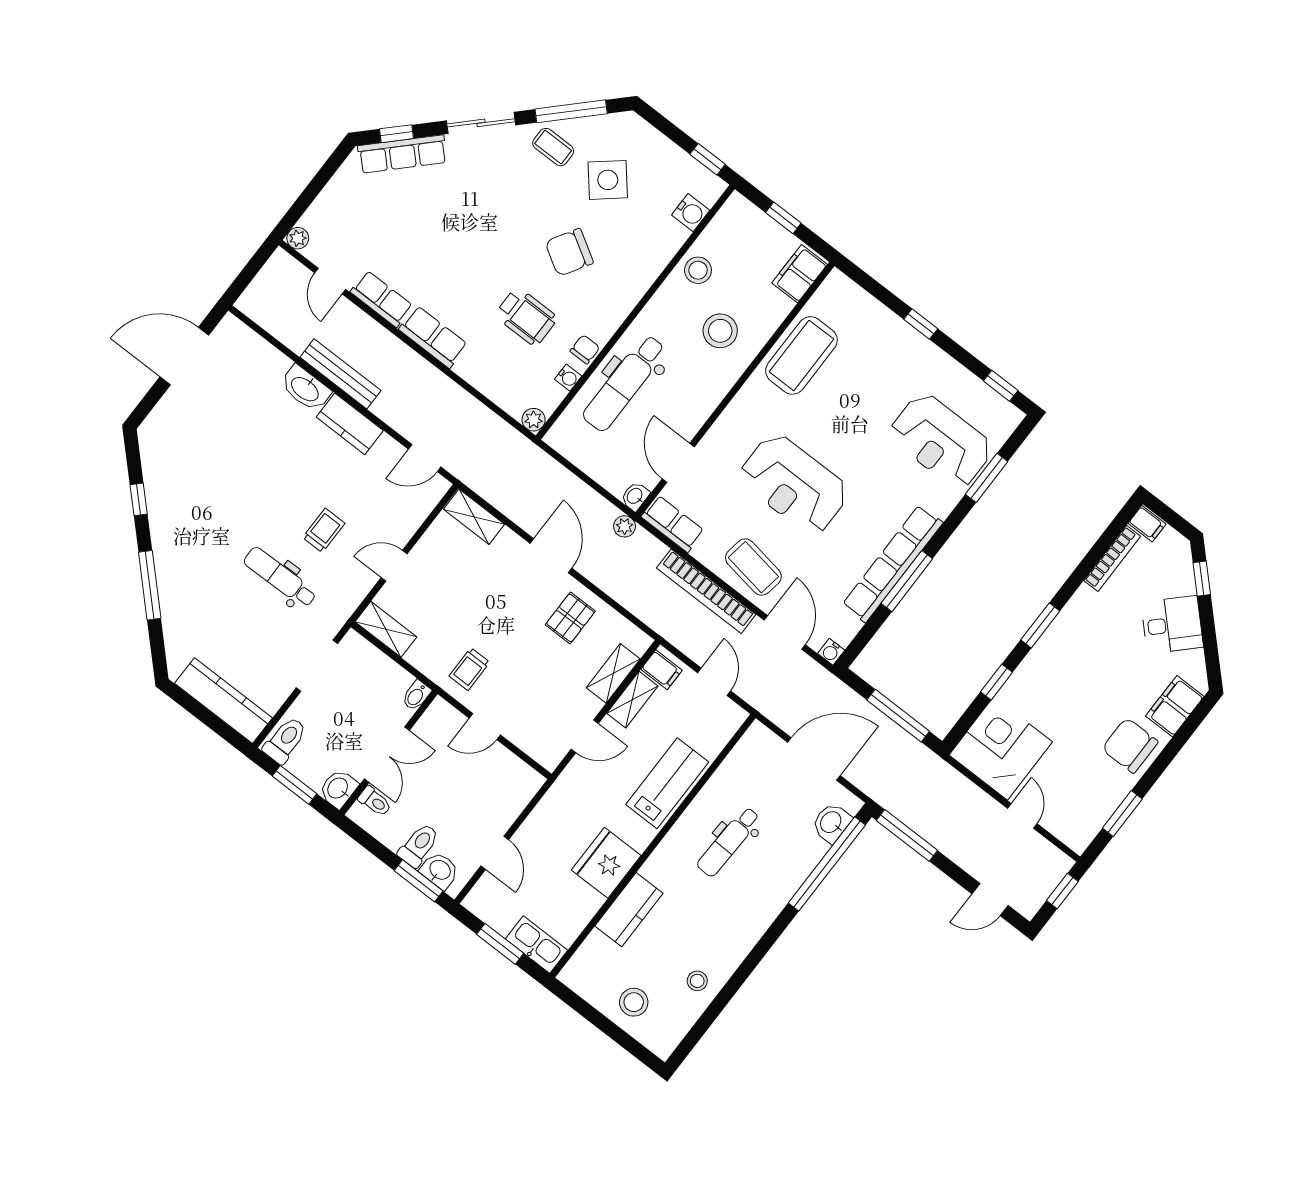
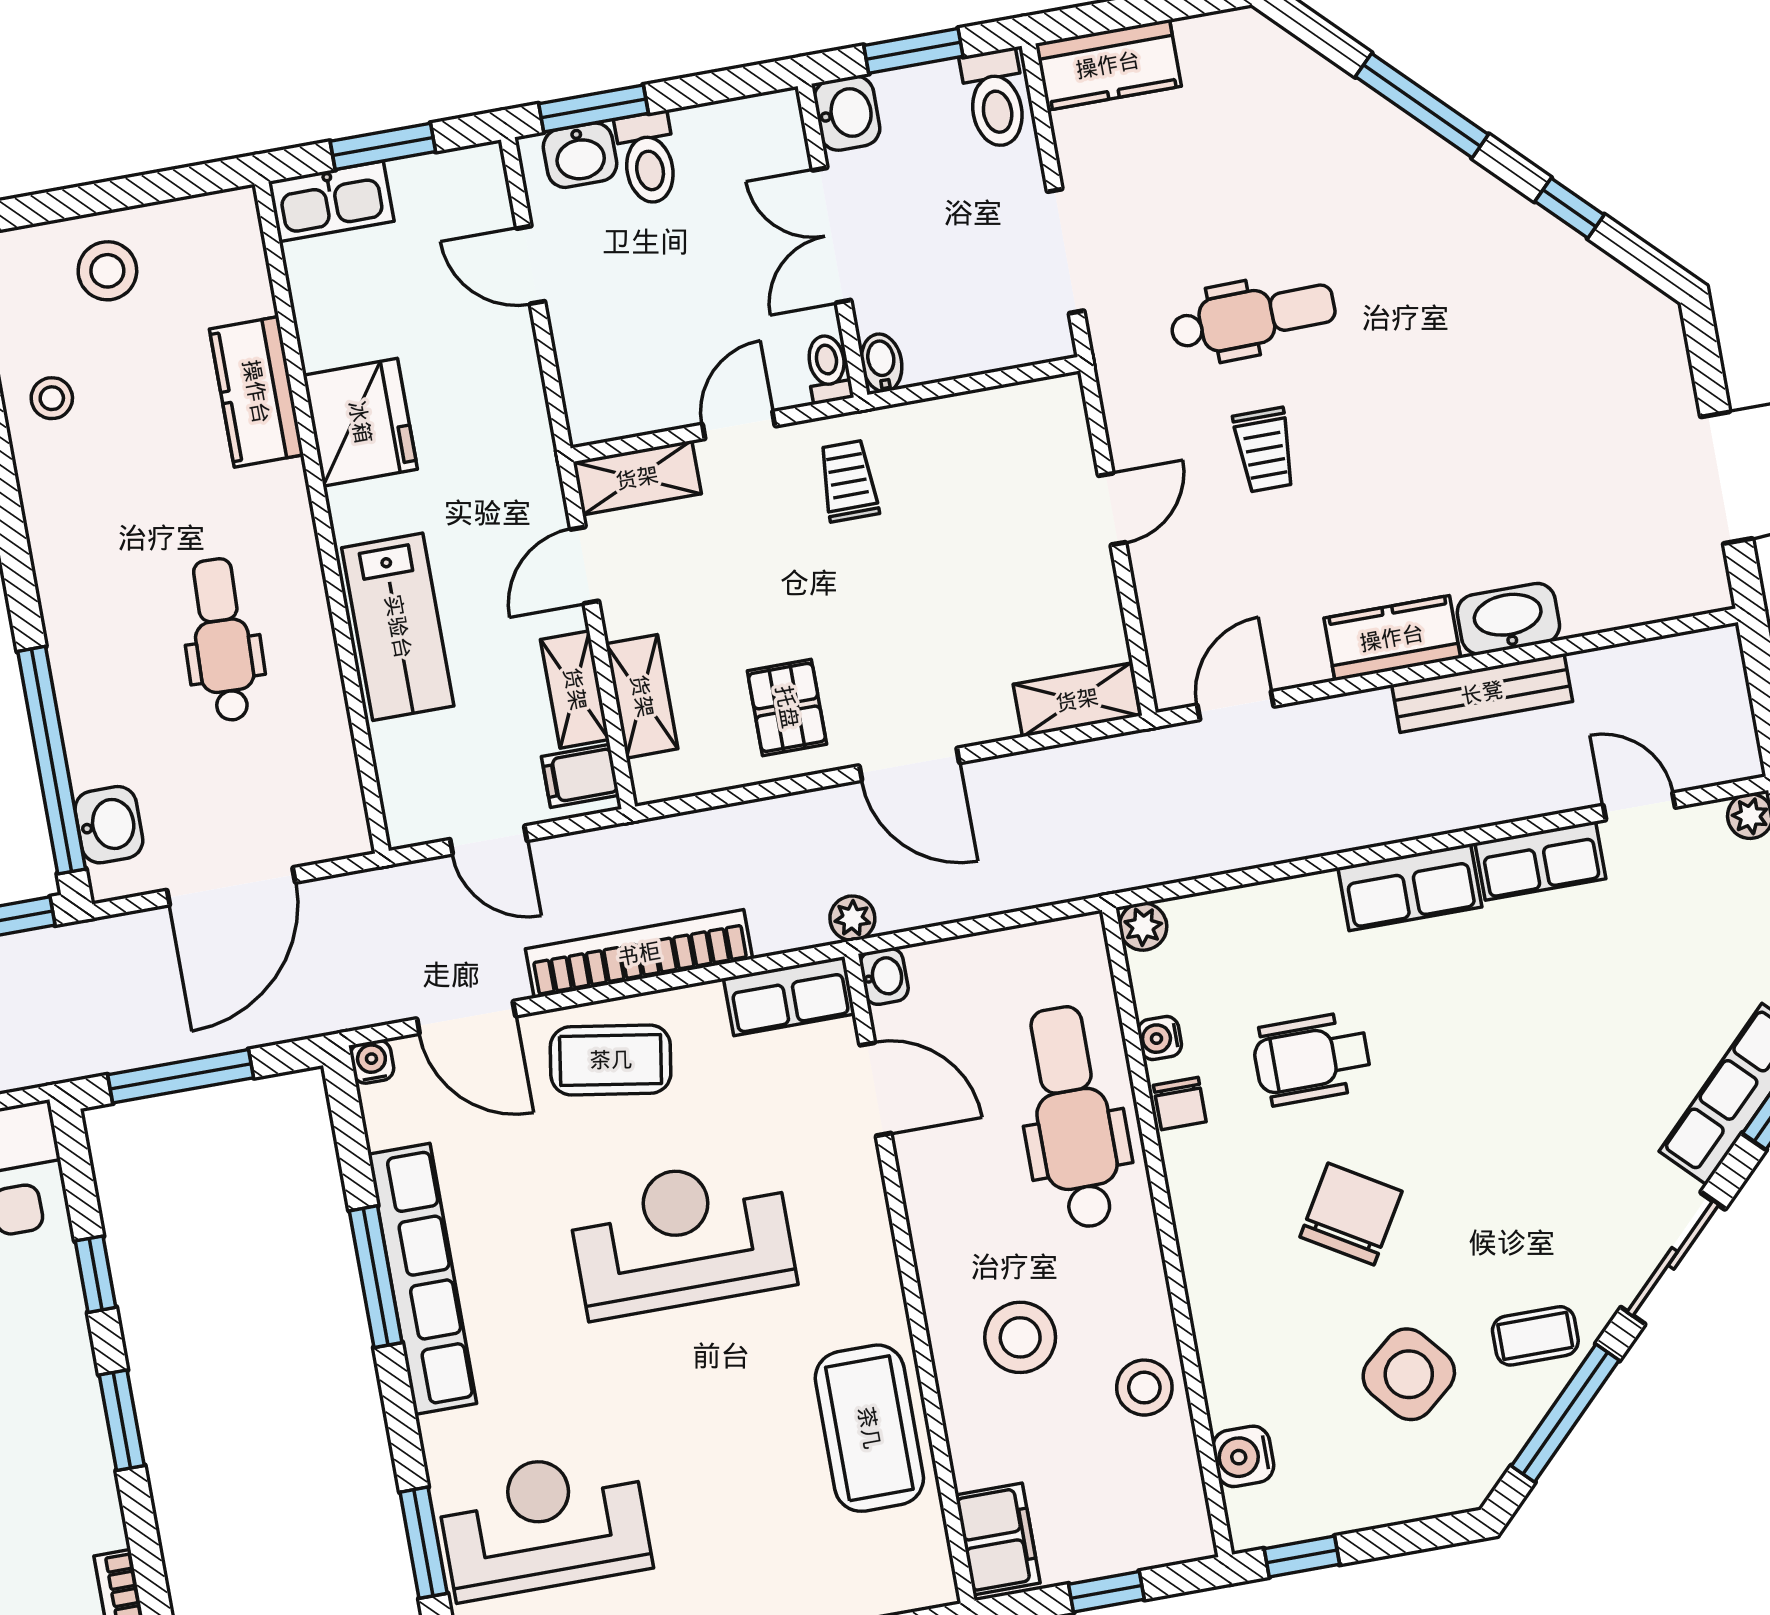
shelving: (386, 629) -> (637, 478), moved
kitchen counter: (224, 701) -> (1108, 65), width x0.67
toilet: (375, 801) -> (828, 369), moved, turned 90

